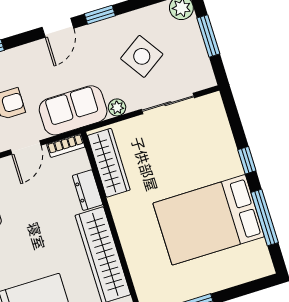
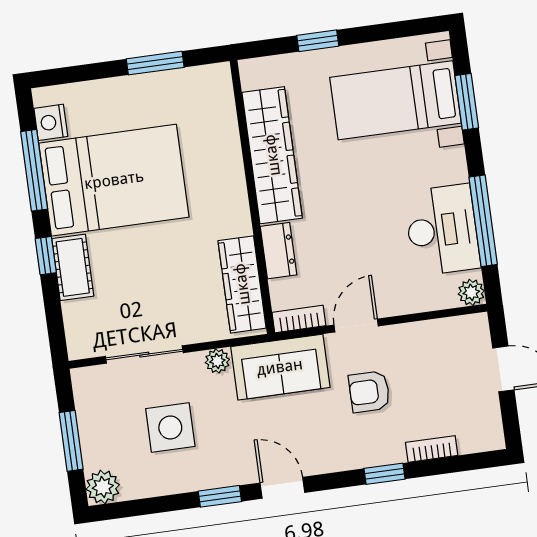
door: (58, 28) -> (282, 488), hinge flipped
side table: (142, 56) -> (170, 428), turned 34
cot: (227, 155) -> (73, 267), added
nightstand: (259, 252) -> (51, 122), added

